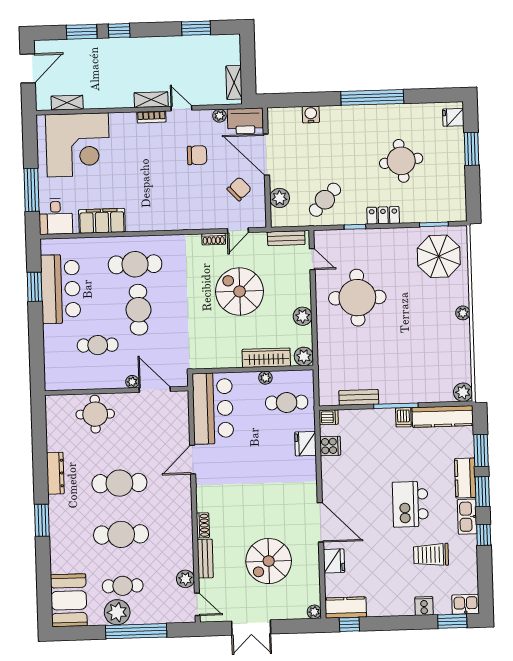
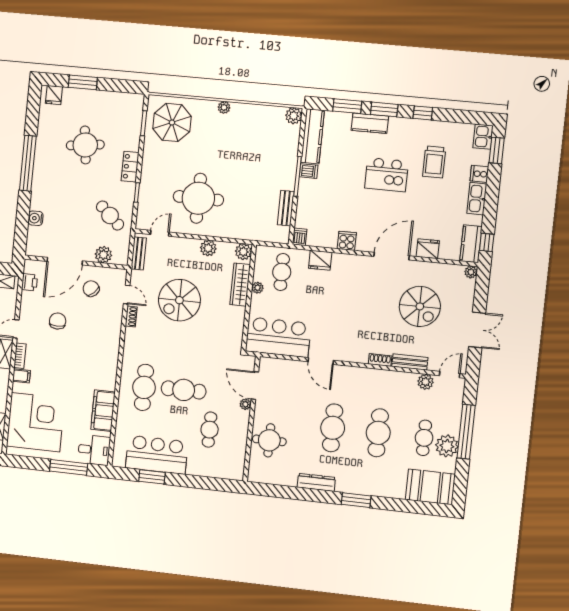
plant: (219, 116) -> (26, 297), removed
printer: (245, 121) -> (30, 282), width x0.53, depth x0.68
filing cabinet: (129, 122) -> (22, 376), added
door: (155, 390) -> (255, 386), hinge flipped
cooker: (330, 446) -> (347, 241), moved
kitchen sink: (467, 517) -> (477, 199), moved, turned 90

